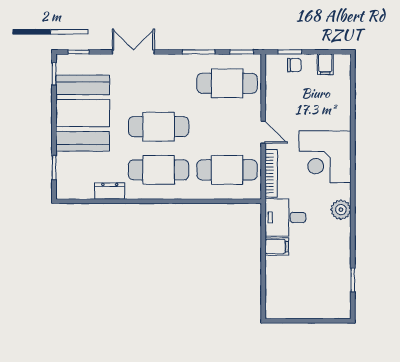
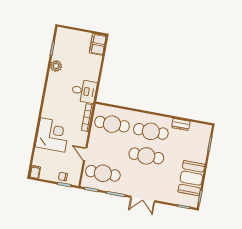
double door: (133, 52) -> (143, 199), moved
filing cabinet: (325, 64) -> (35, 172), moved
booth: (83, 113) -> (191, 178), width x0.73, depth x0.70
door: (263, 132) -> (85, 154), moved
corner desk: (325, 157) -> (53, 135), moved
plant: (341, 210) -> (56, 66), moved
filing cabinet: (277, 246) -> (98, 44), moved, width x2.00

